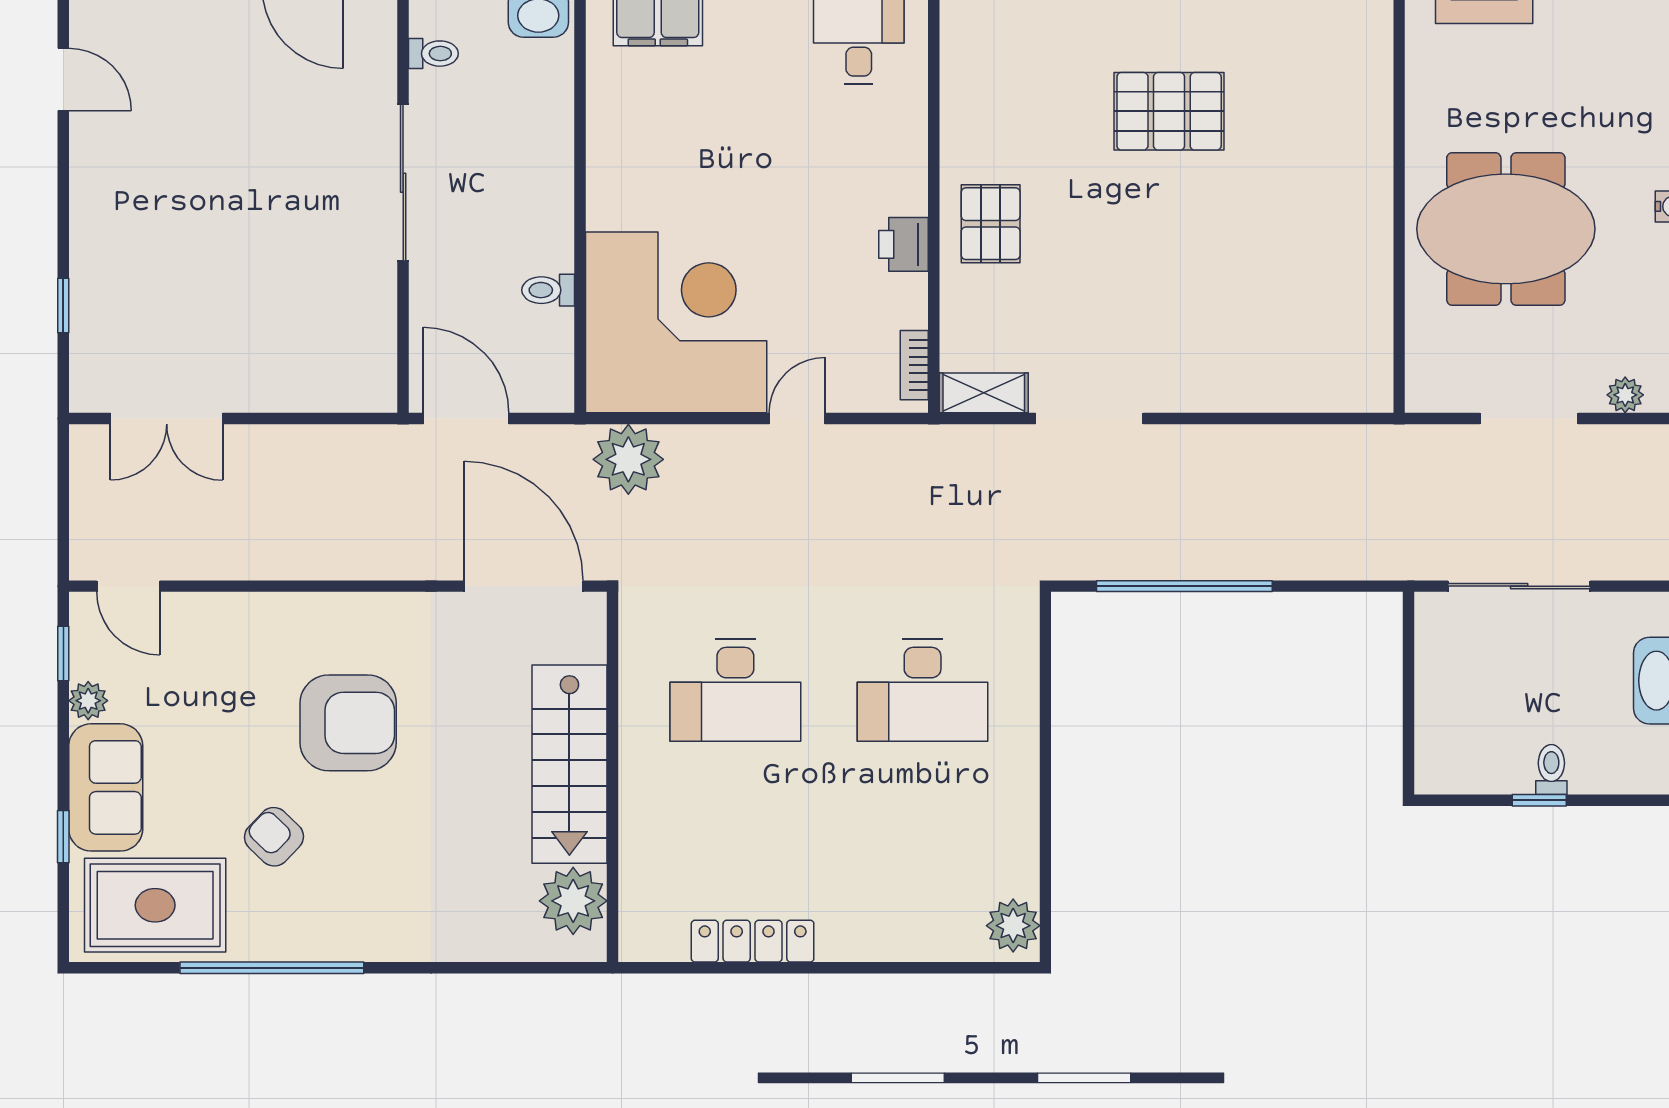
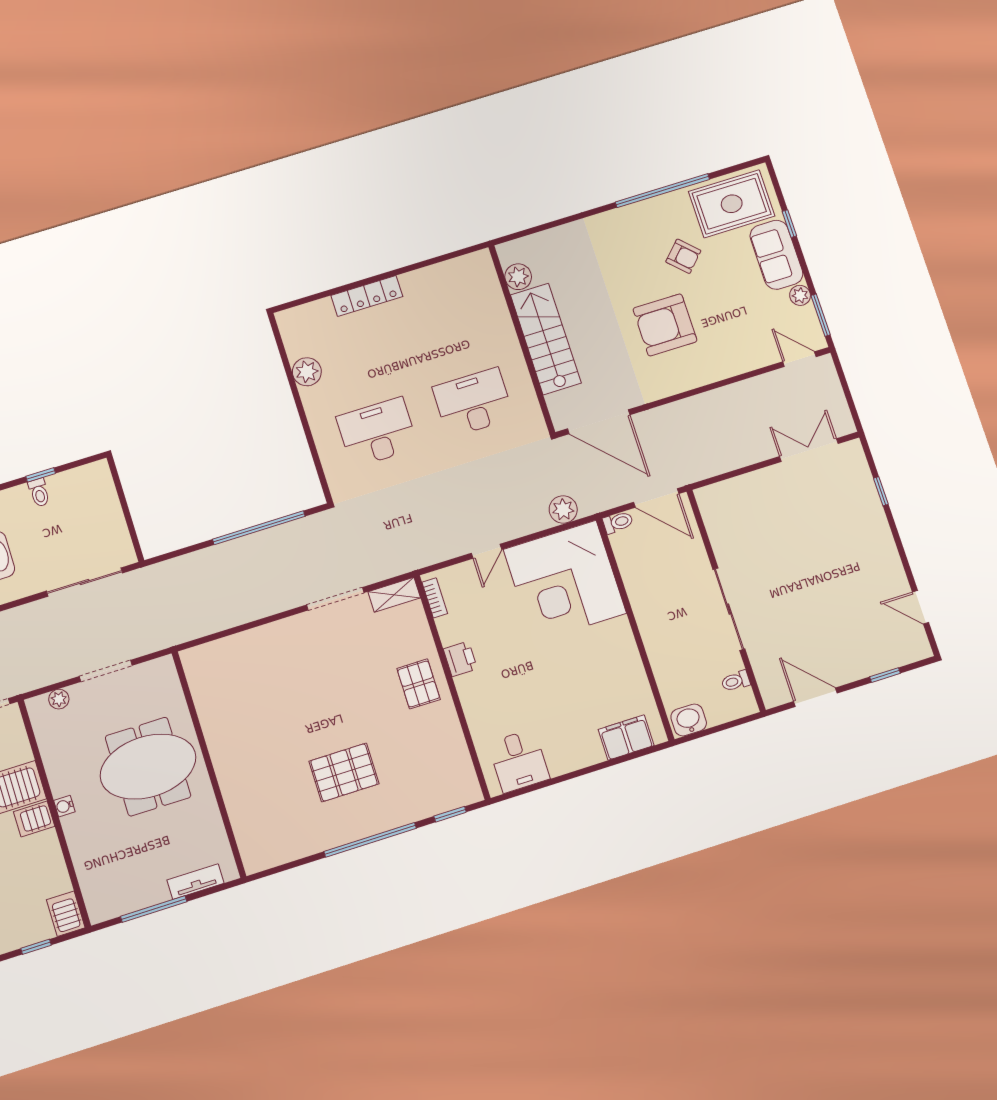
toilet: (548, 290) -> (618, 522), moved
plant: (628, 459) -> (563, 509), width x0.73, depth x0.73
window: (63, 653) -> (821, 315), width x1.50
plant: (573, 901) -> (518, 277), width x0.73, depth x0.73
plant: (1013, 926) -> (307, 372), moved
locker: (753, 941) -> (367, 296), moved

